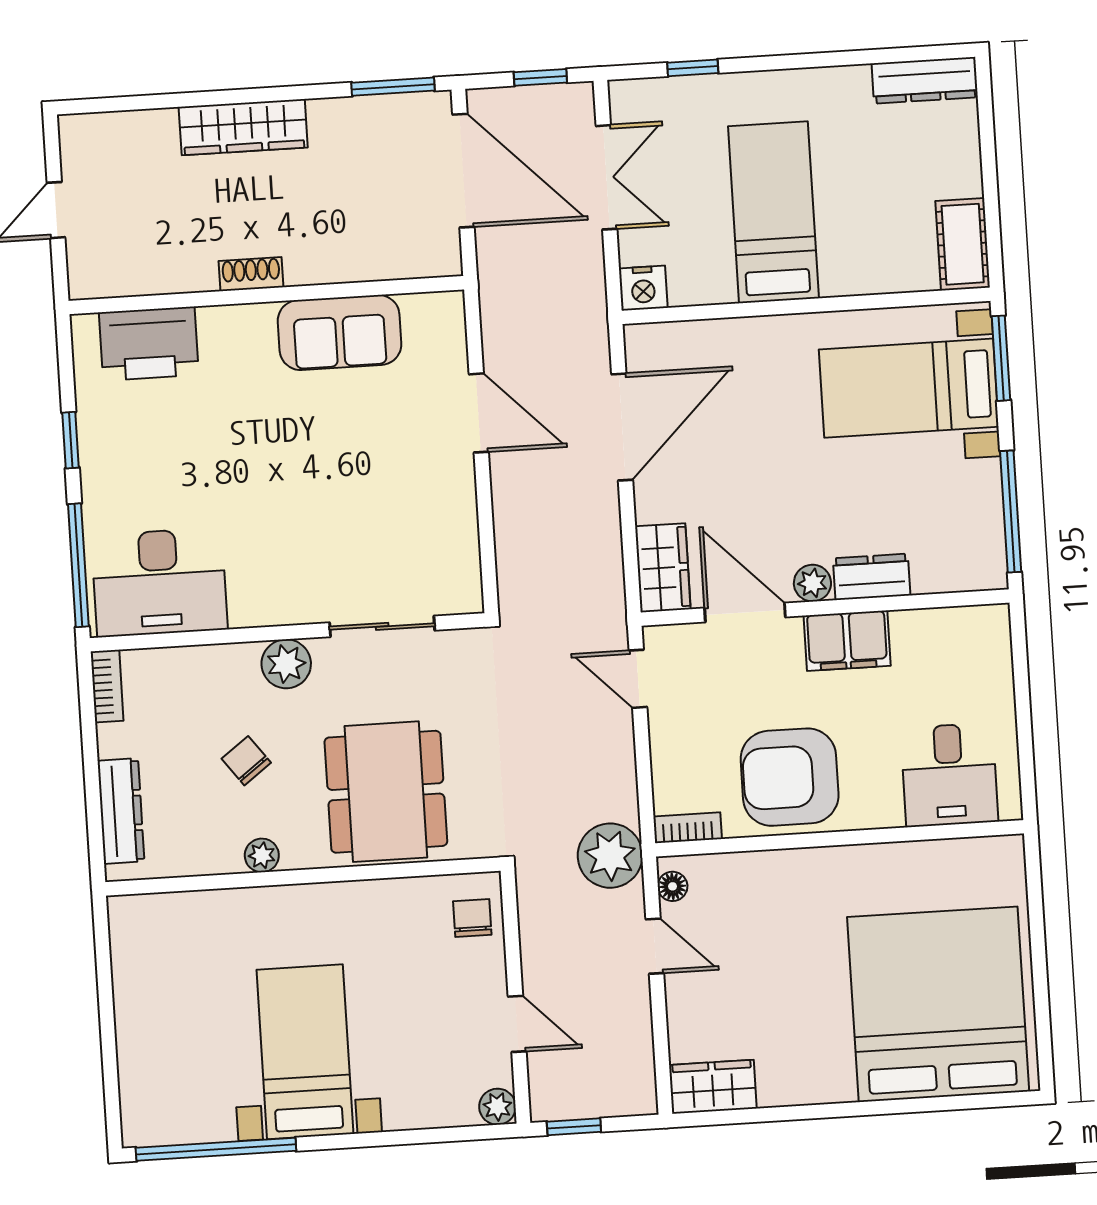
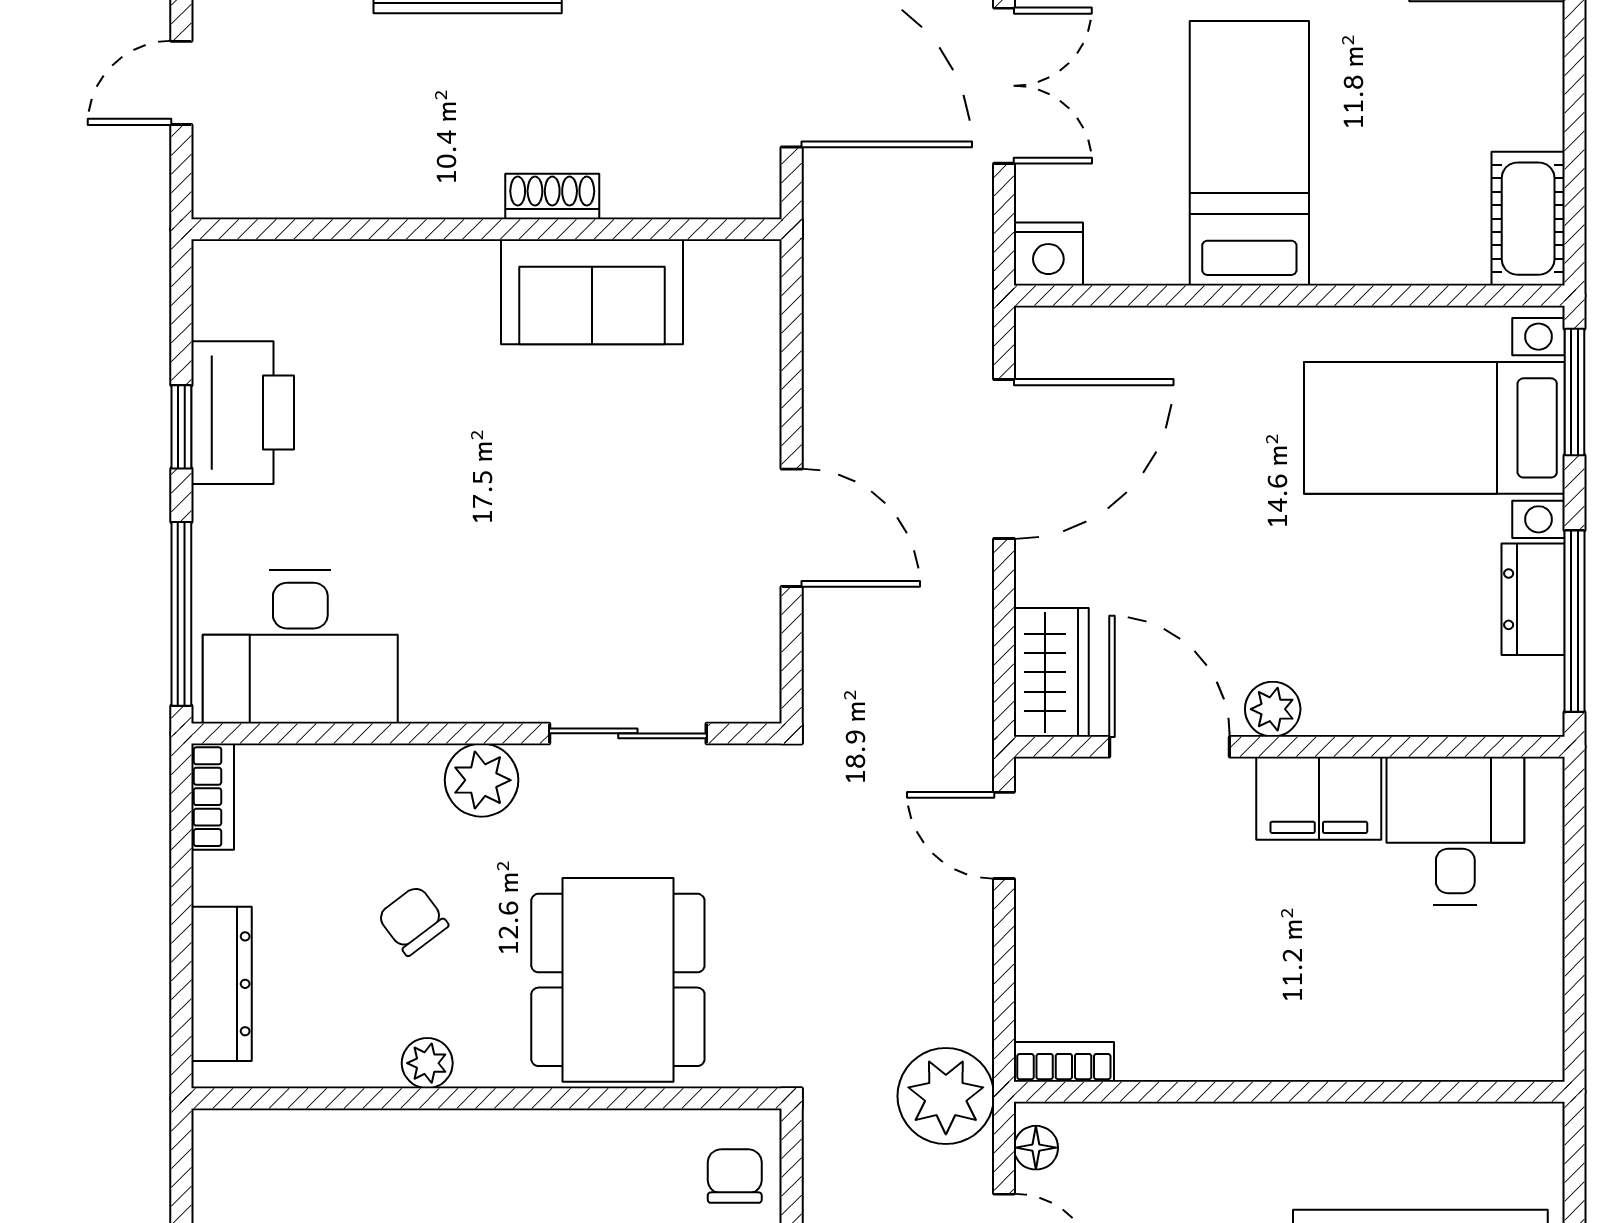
shoe rack: (251, 274) -> (552, 197), moved
printer: (149, 344) -> (243, 413), moved, turned -90
door: (479, 413) -> (792, 528), moved
dresser: (872, 577) -> (1533, 599), moved, turned -90
desk: (949, 775) -> (1455, 831), moved, turned 180
armchair: (790, 777) -> (1220, 996), removed

